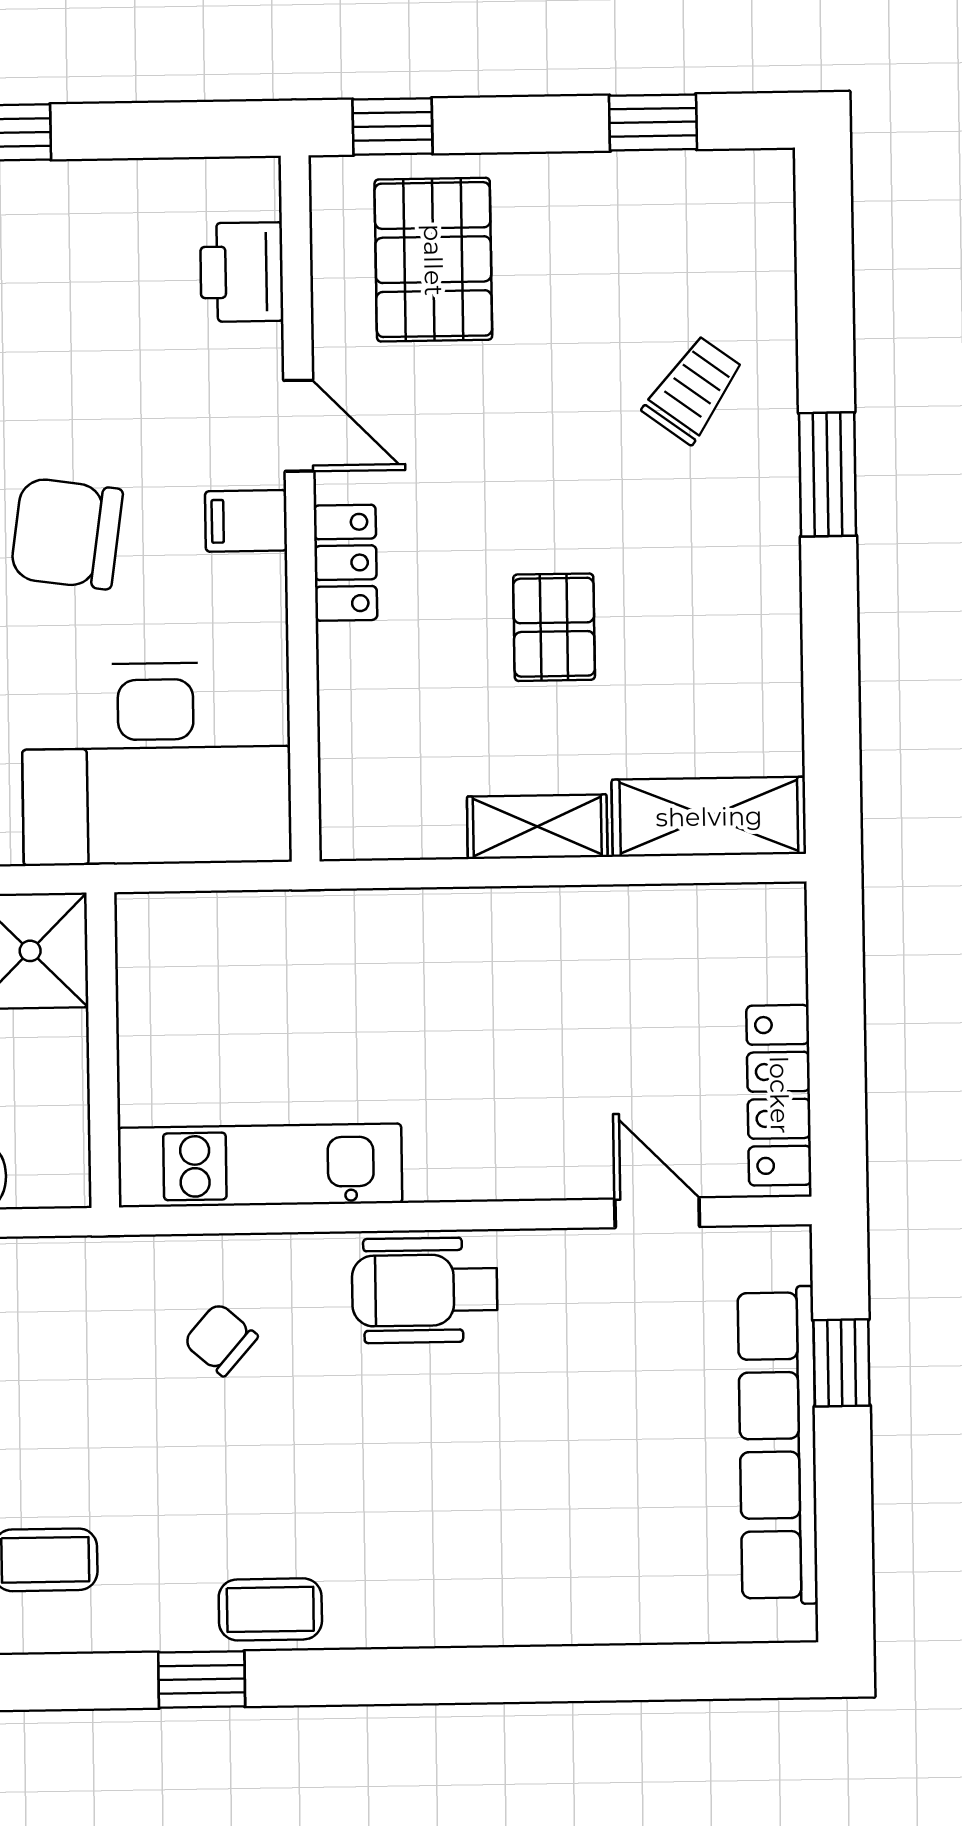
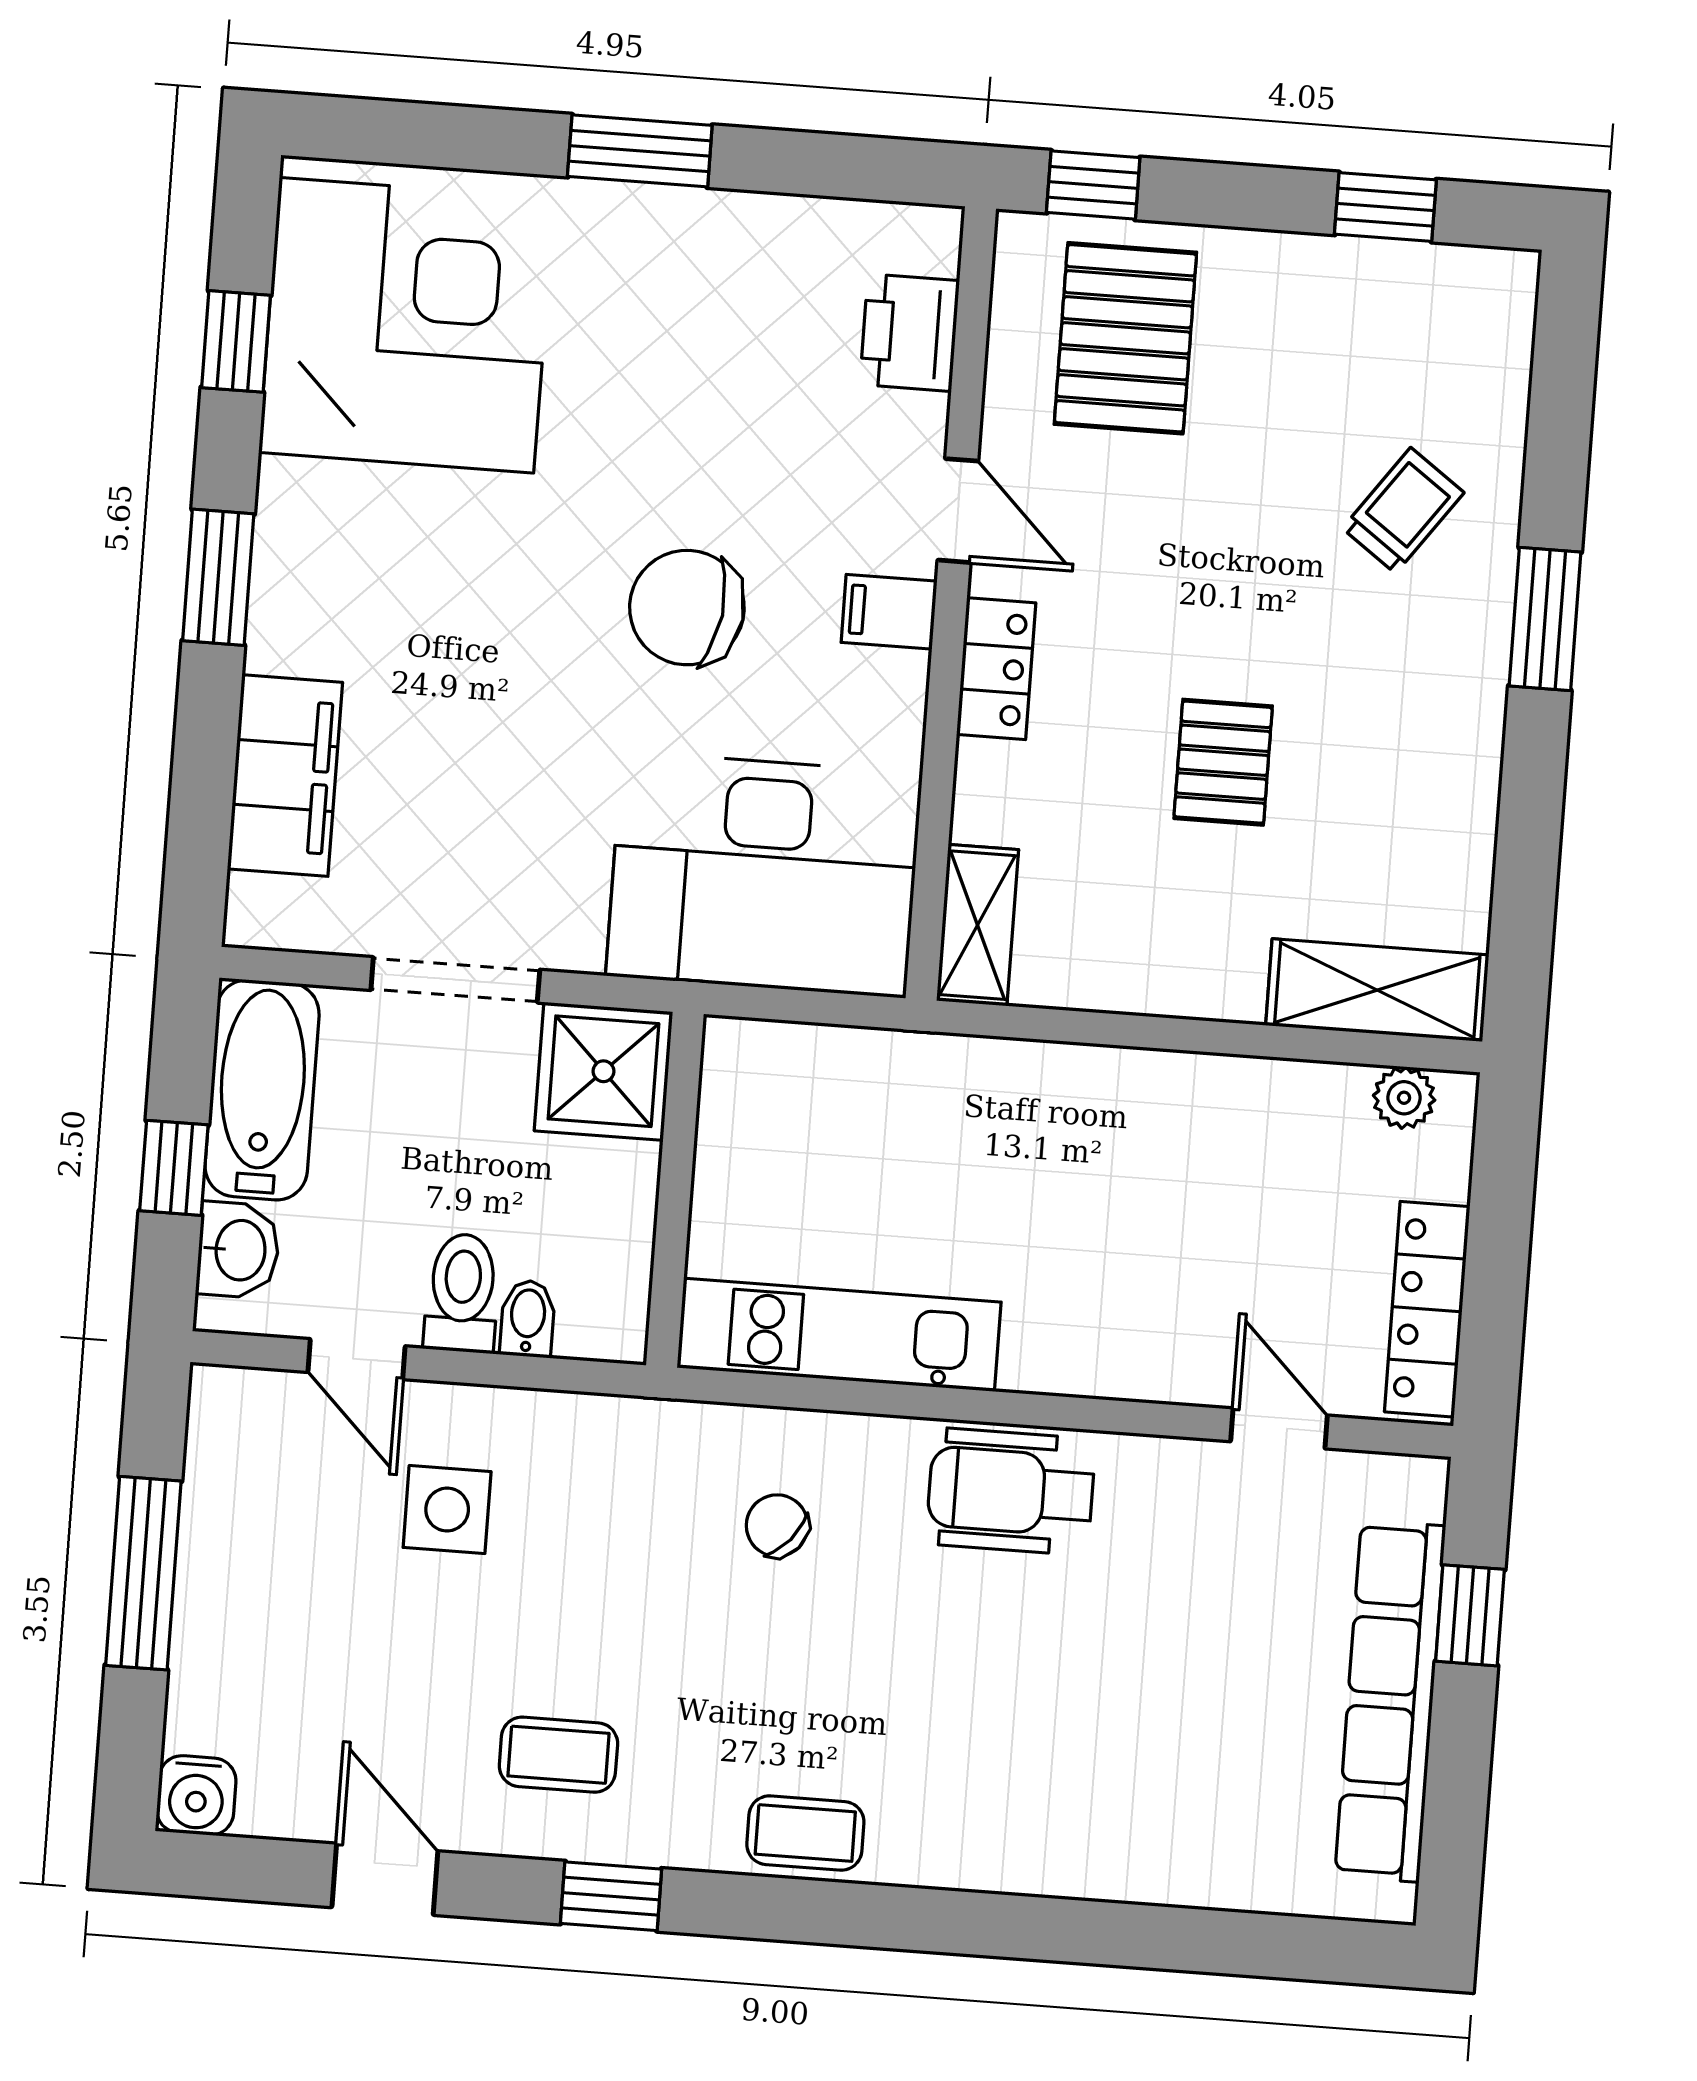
shelving: (537, 827) -> (977, 925), moved, turned 90
plant: (741, 910) -> (1404, 1098), added
window: (202, 1679) -> (611, 1896), moved

